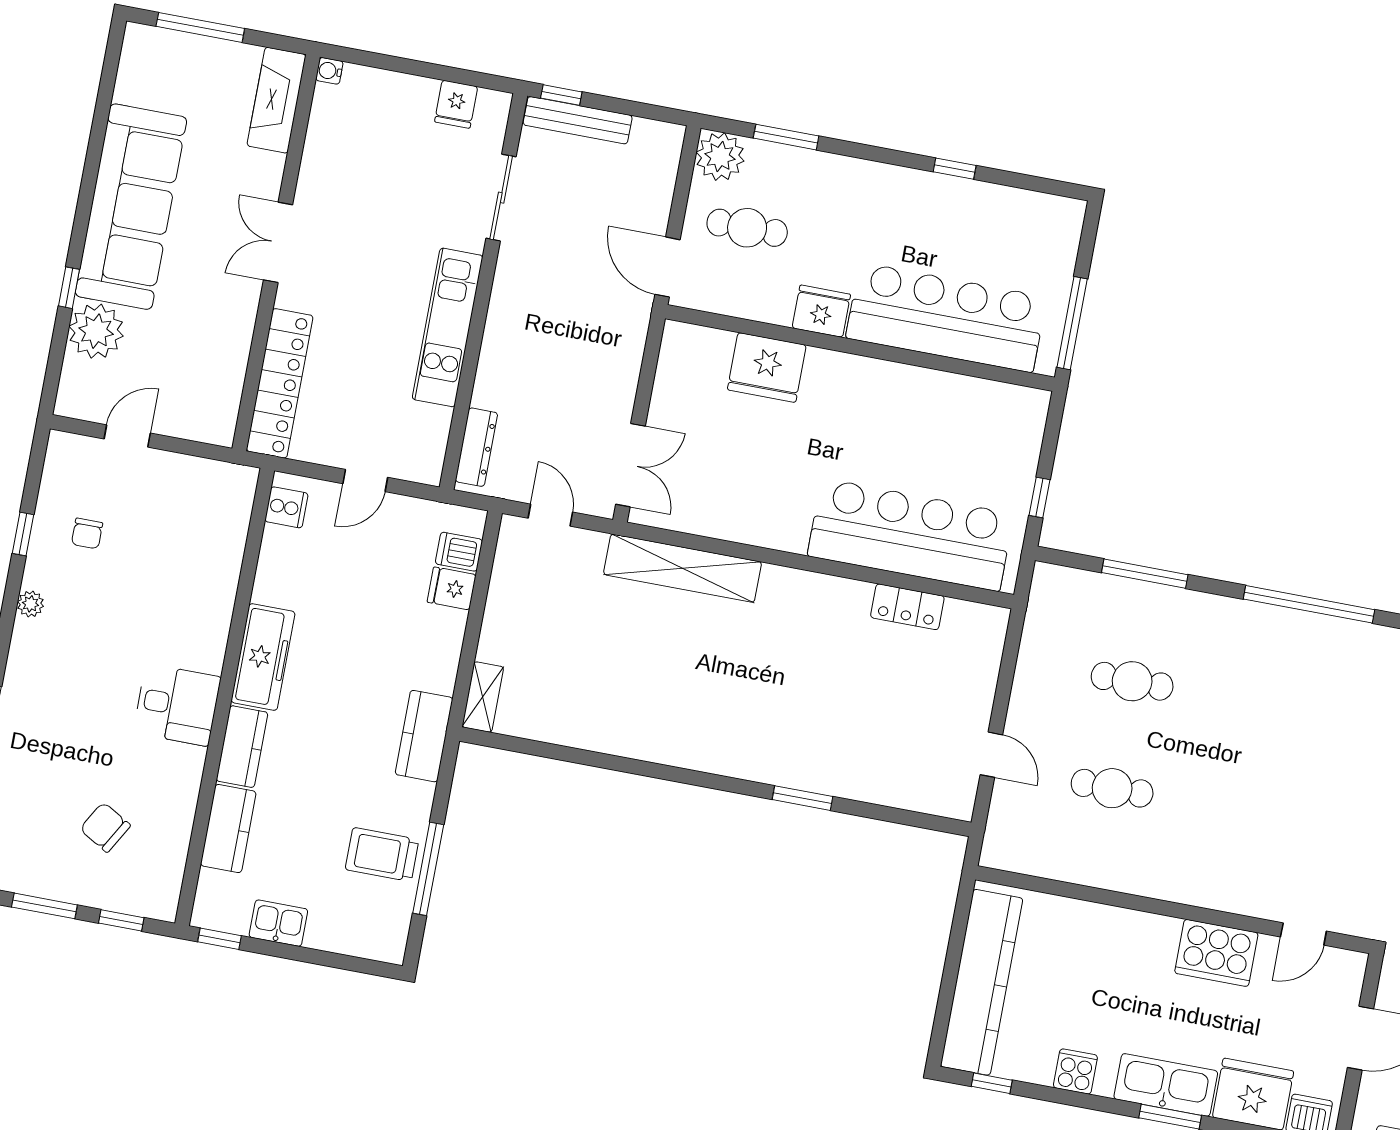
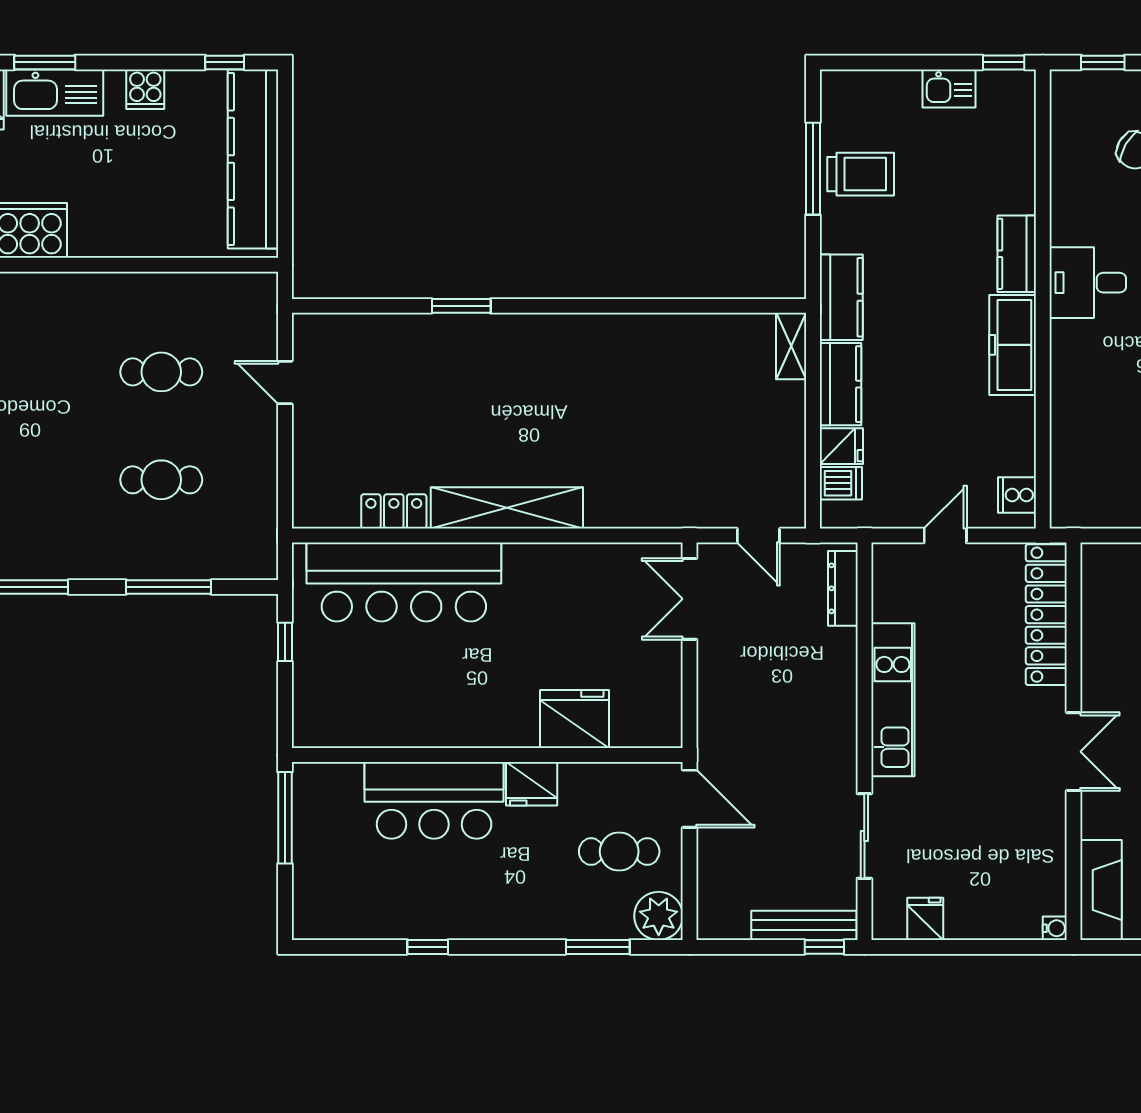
bar counter: (946, 317) -> (434, 800), width x0.73
shelving: (683, 568) -> (507, 508), moved
kitchen counter: (228, 829) -> (840, 384), moved, turned 180

